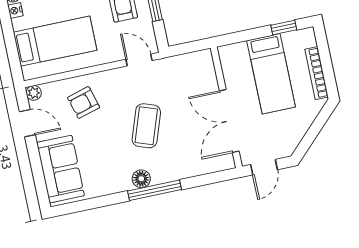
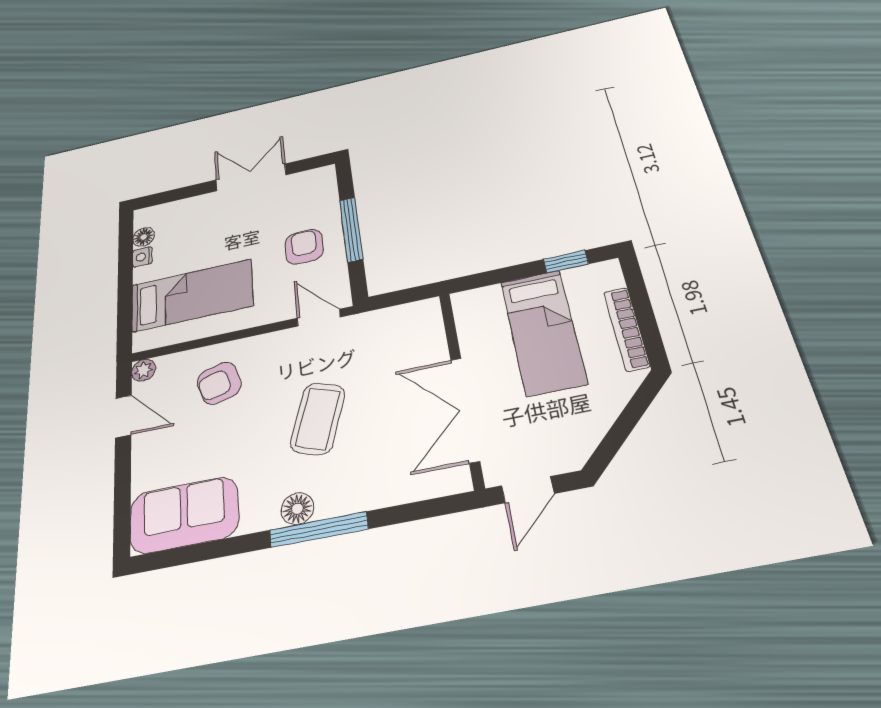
sofa: (61, 169) -> (184, 515), moved, turned -90

